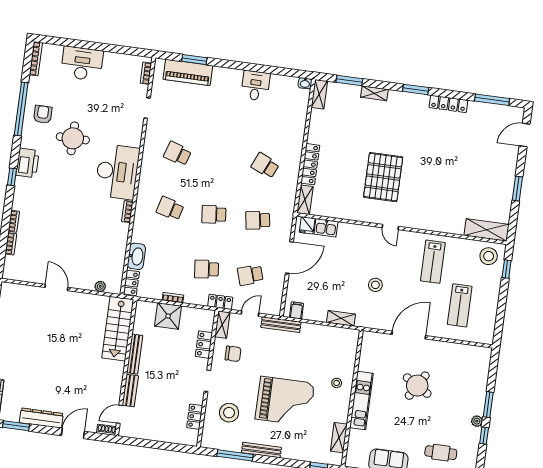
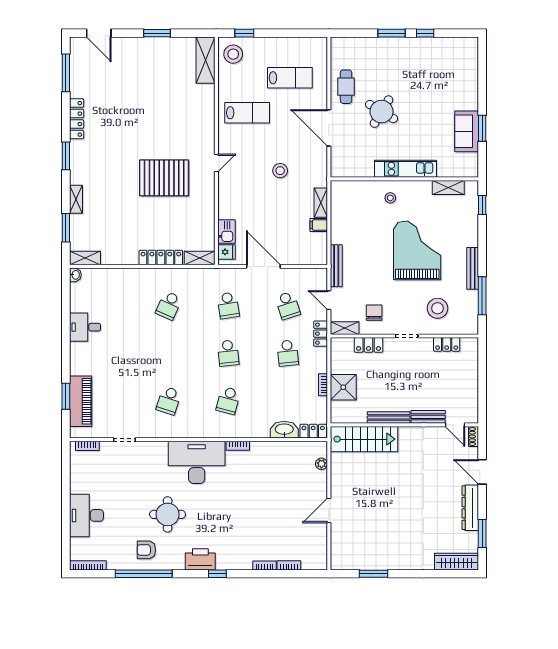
filing cabinet: (297, 310) -> (319, 225), moved
plant: (477, 421) -> (411, 43), removed
cafe table: (441, 453) -> (346, 87), moved

